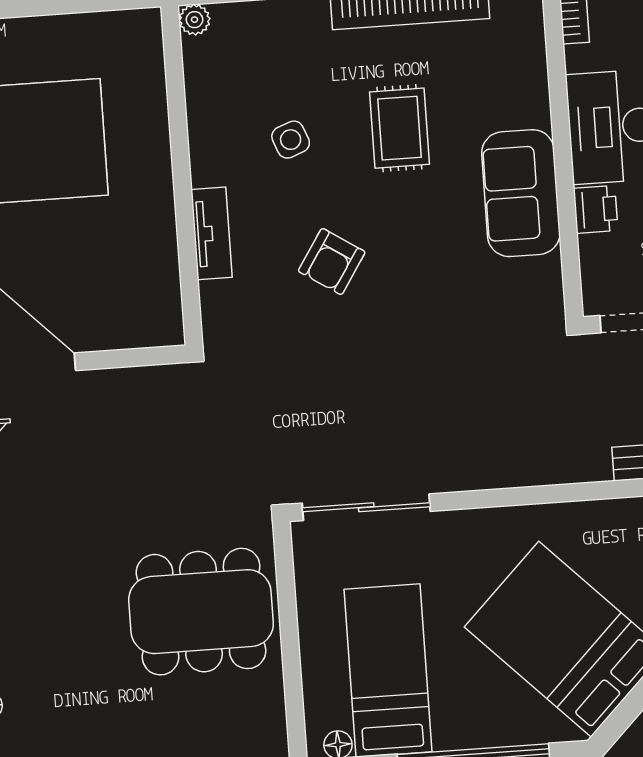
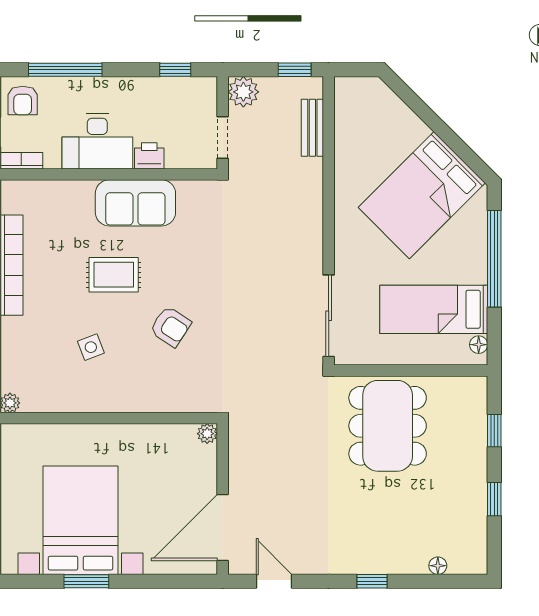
rug: (400, 128) -> (114, 275), moved
tv unit: (212, 233) -> (147, 402), removed
plant: (169, 331) -> (207, 434), added

